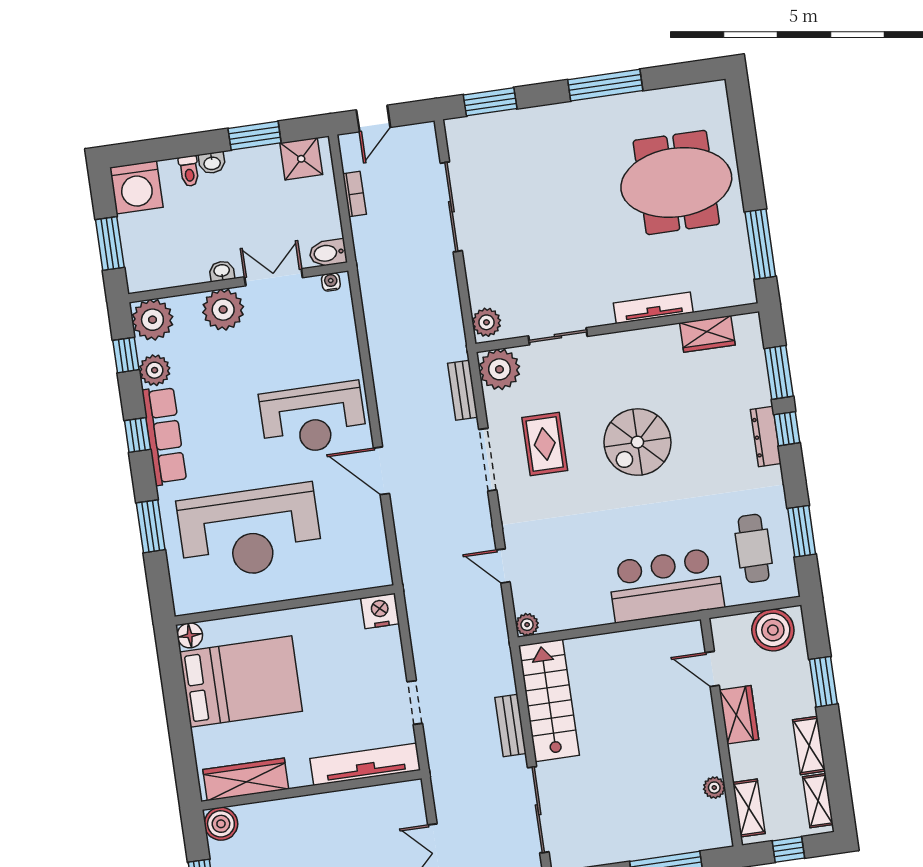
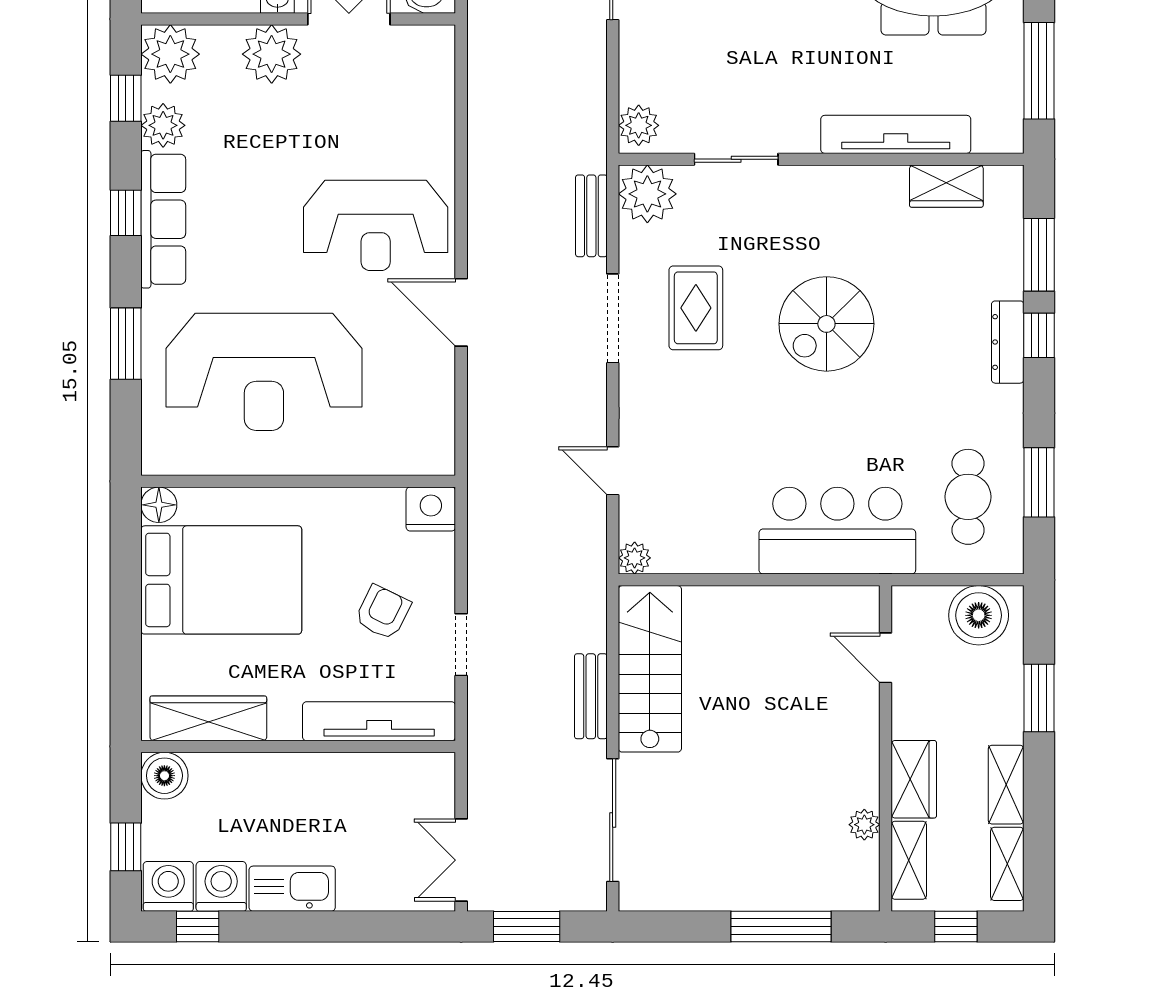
water cooler: (331, 282) -> (428, 37), removed
tv unit: (653, 308) -> (896, 134), width x1.36, depth x1.29
armchair: (357, 688) -> (383, 612), added
wardrobe: (739, 715) -> (914, 779), moved

